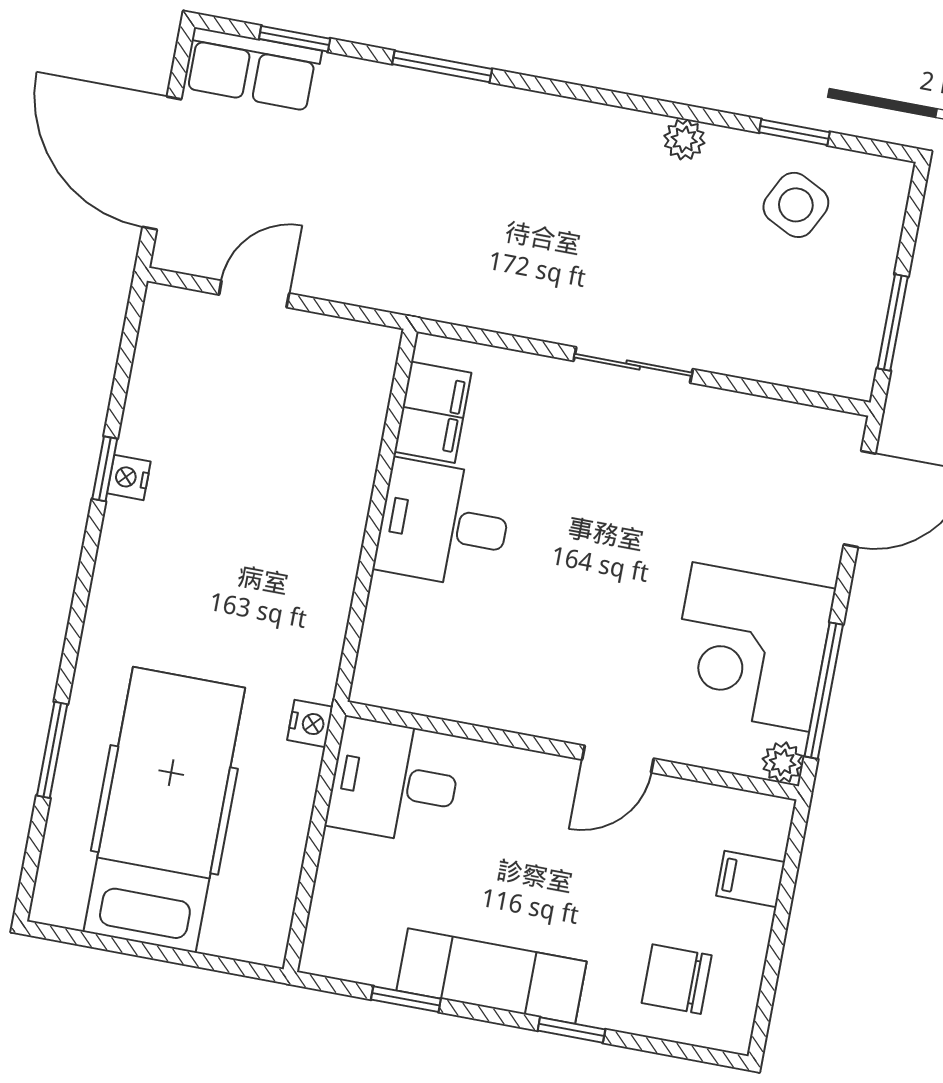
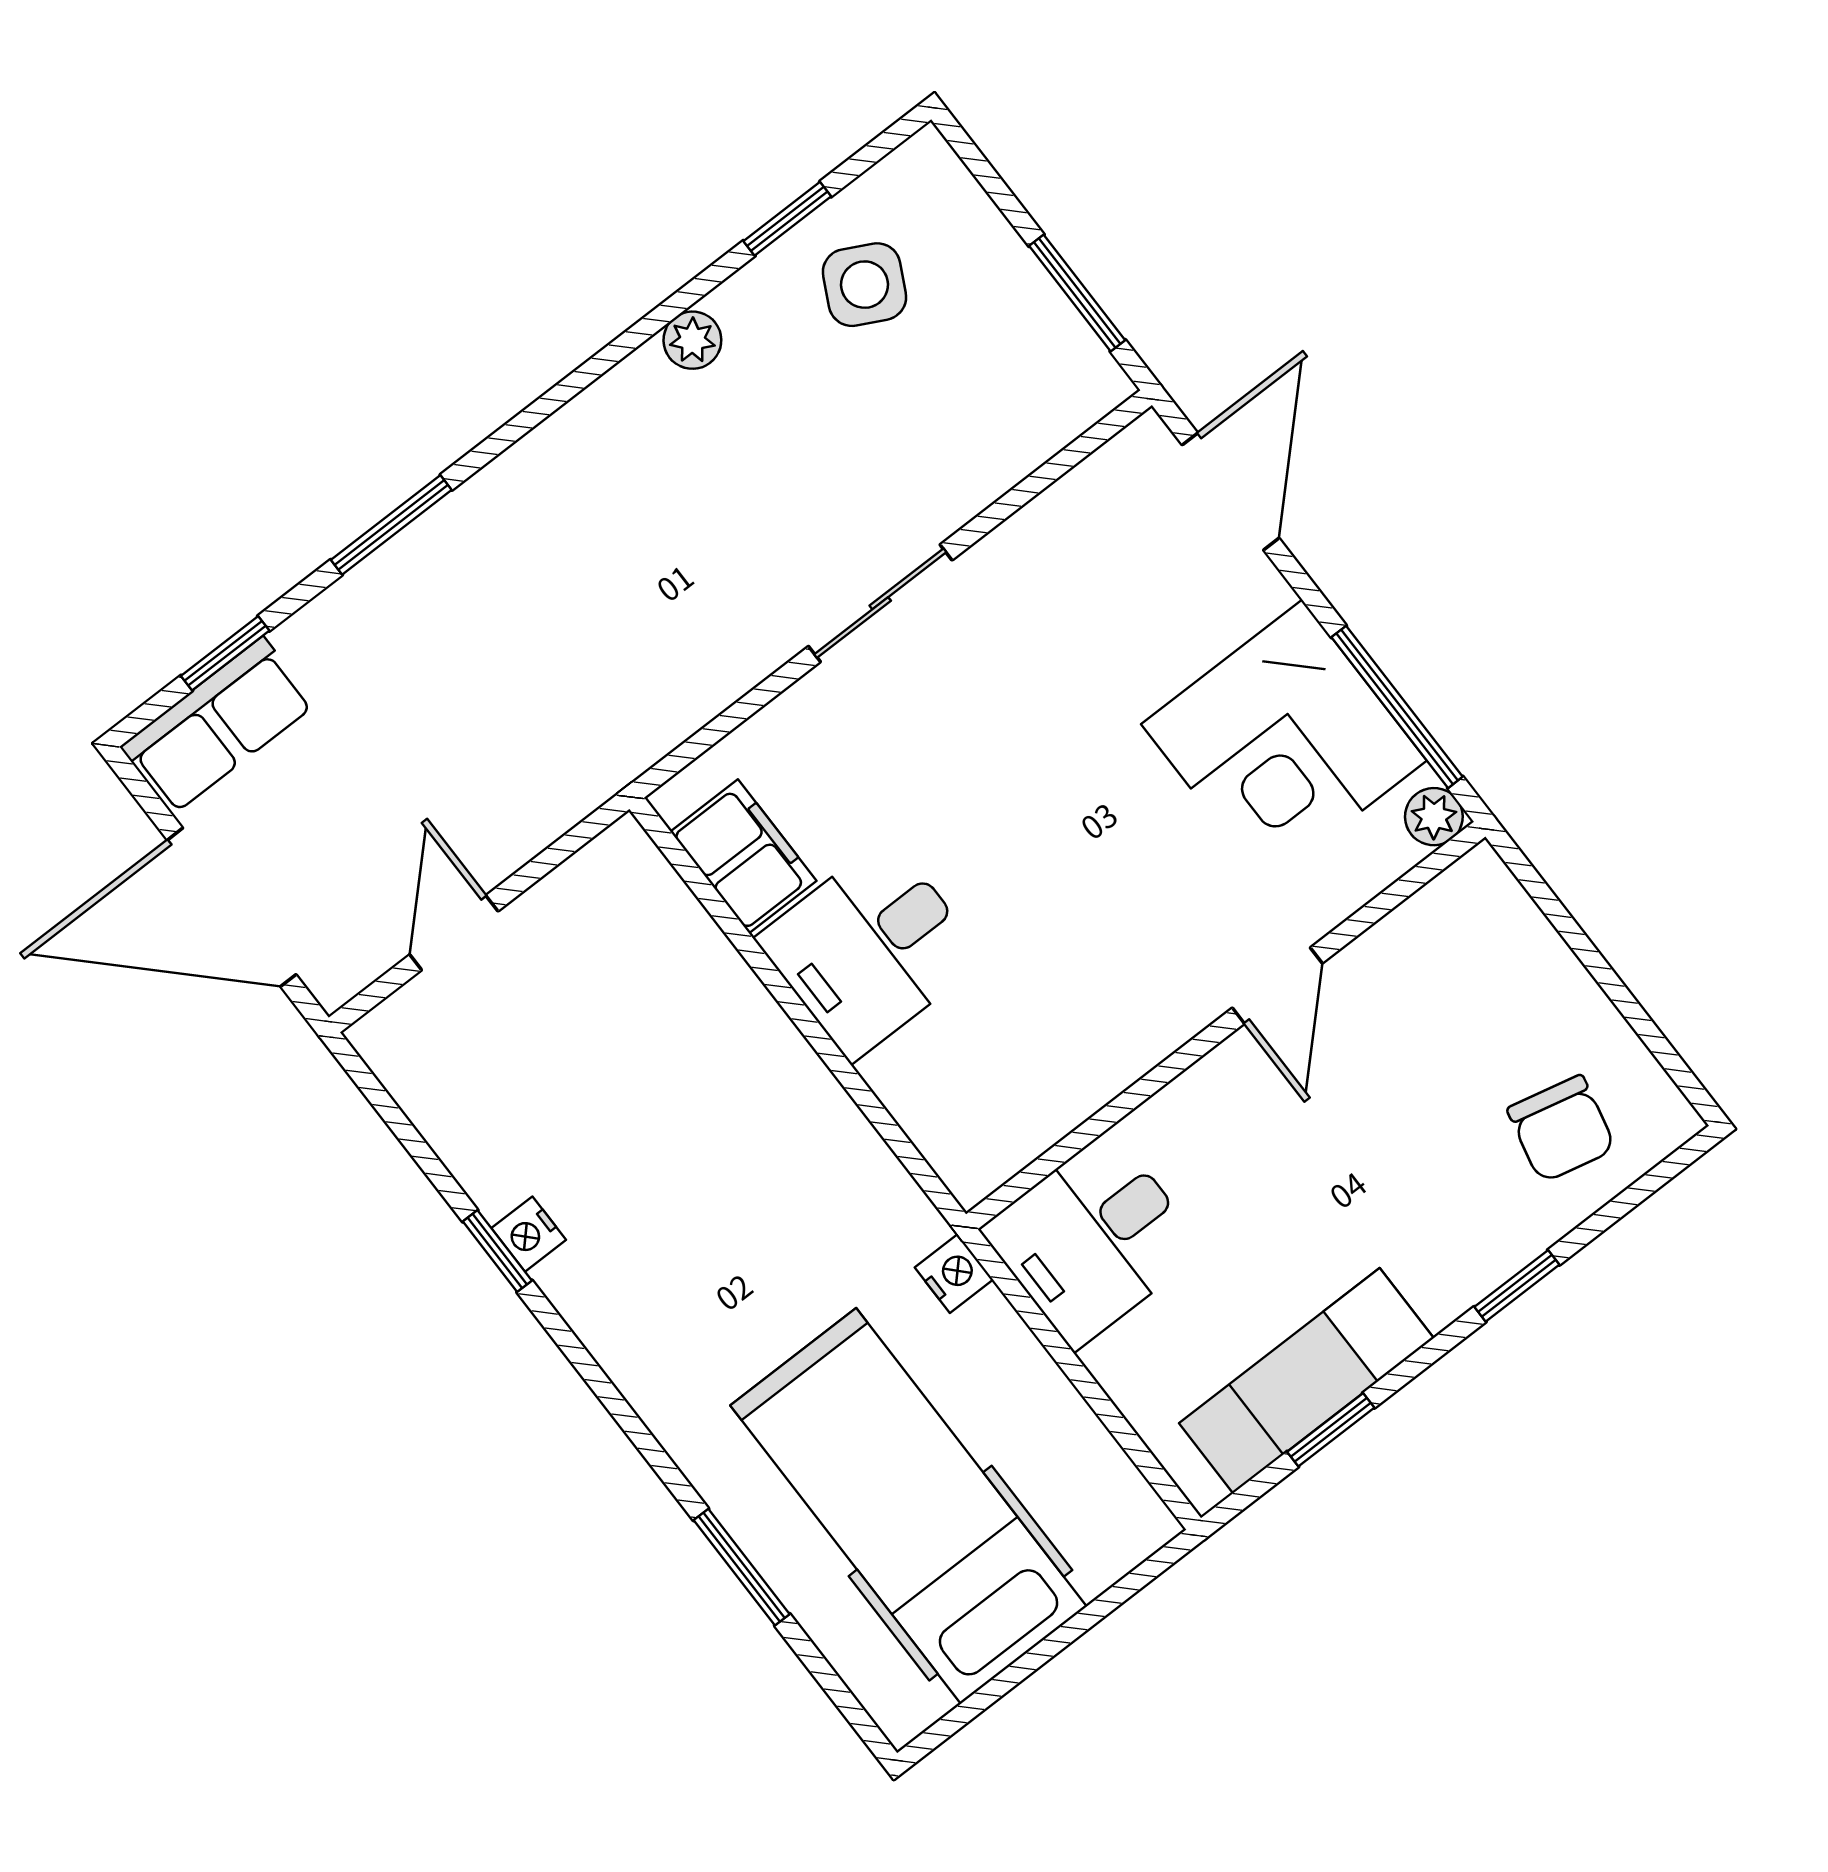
filing cabinet: (751, 879) -> (1526, 959), removed
exam couch: (492, 976) -> (1306, 1381), moved
chair: (677, 979) -> (1561, 1129), turned -77

